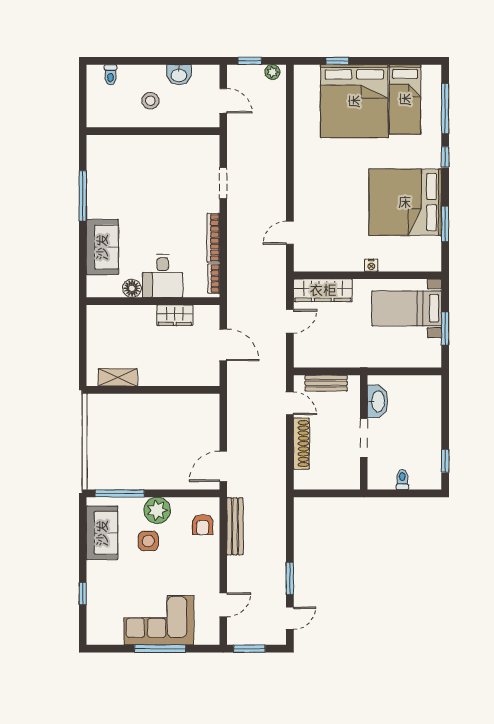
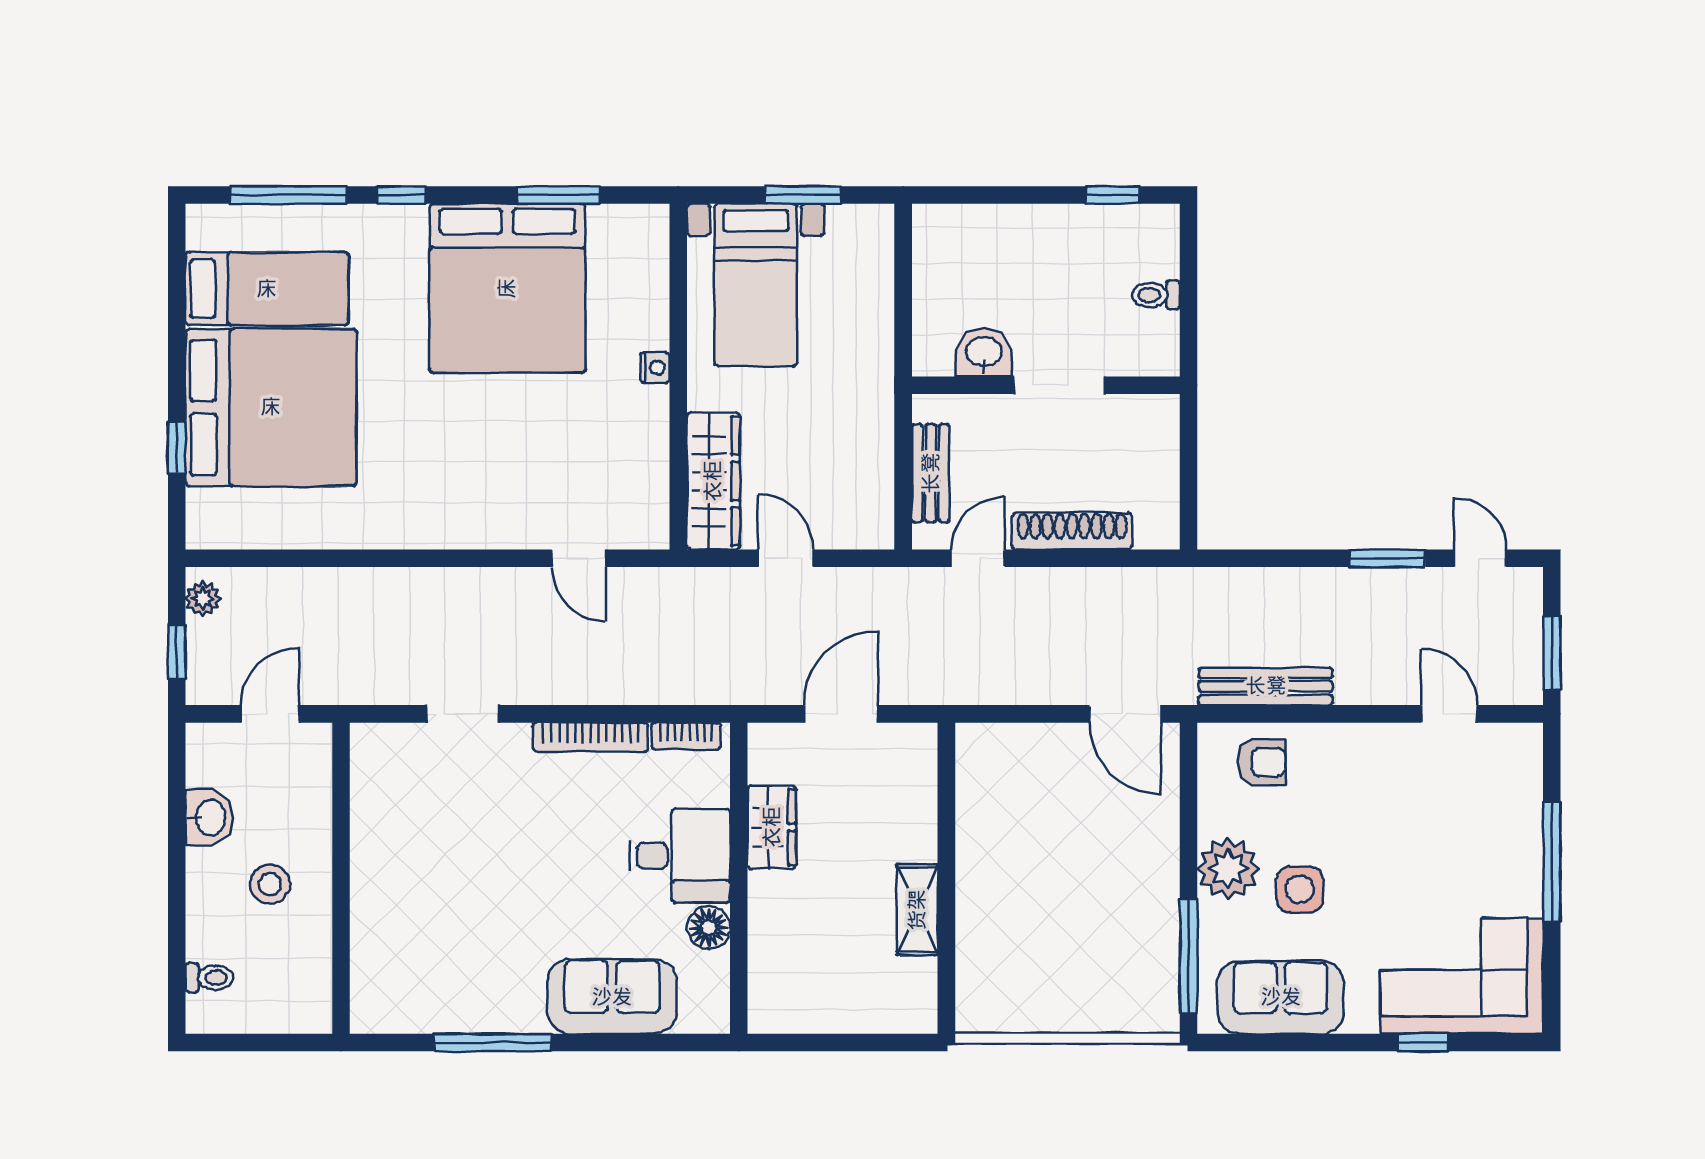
shelving: (118, 377) -> (917, 910), moved
washbasin: (378, 401) -> (984, 353), width x0.72
corner sofa: (159, 620) -> (1462, 976), moved, turned 90

